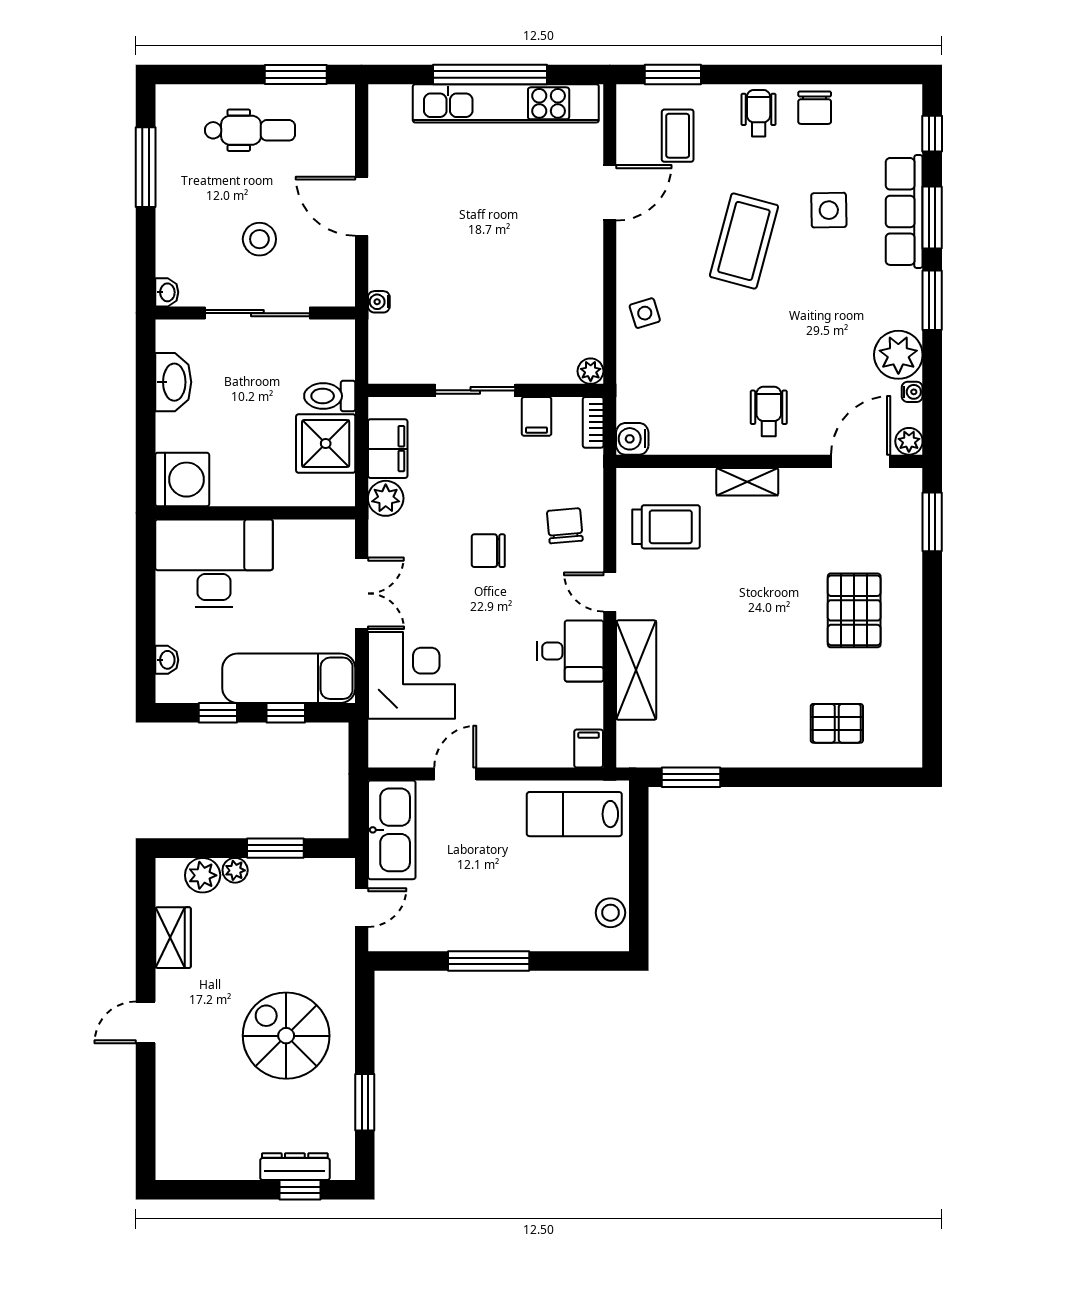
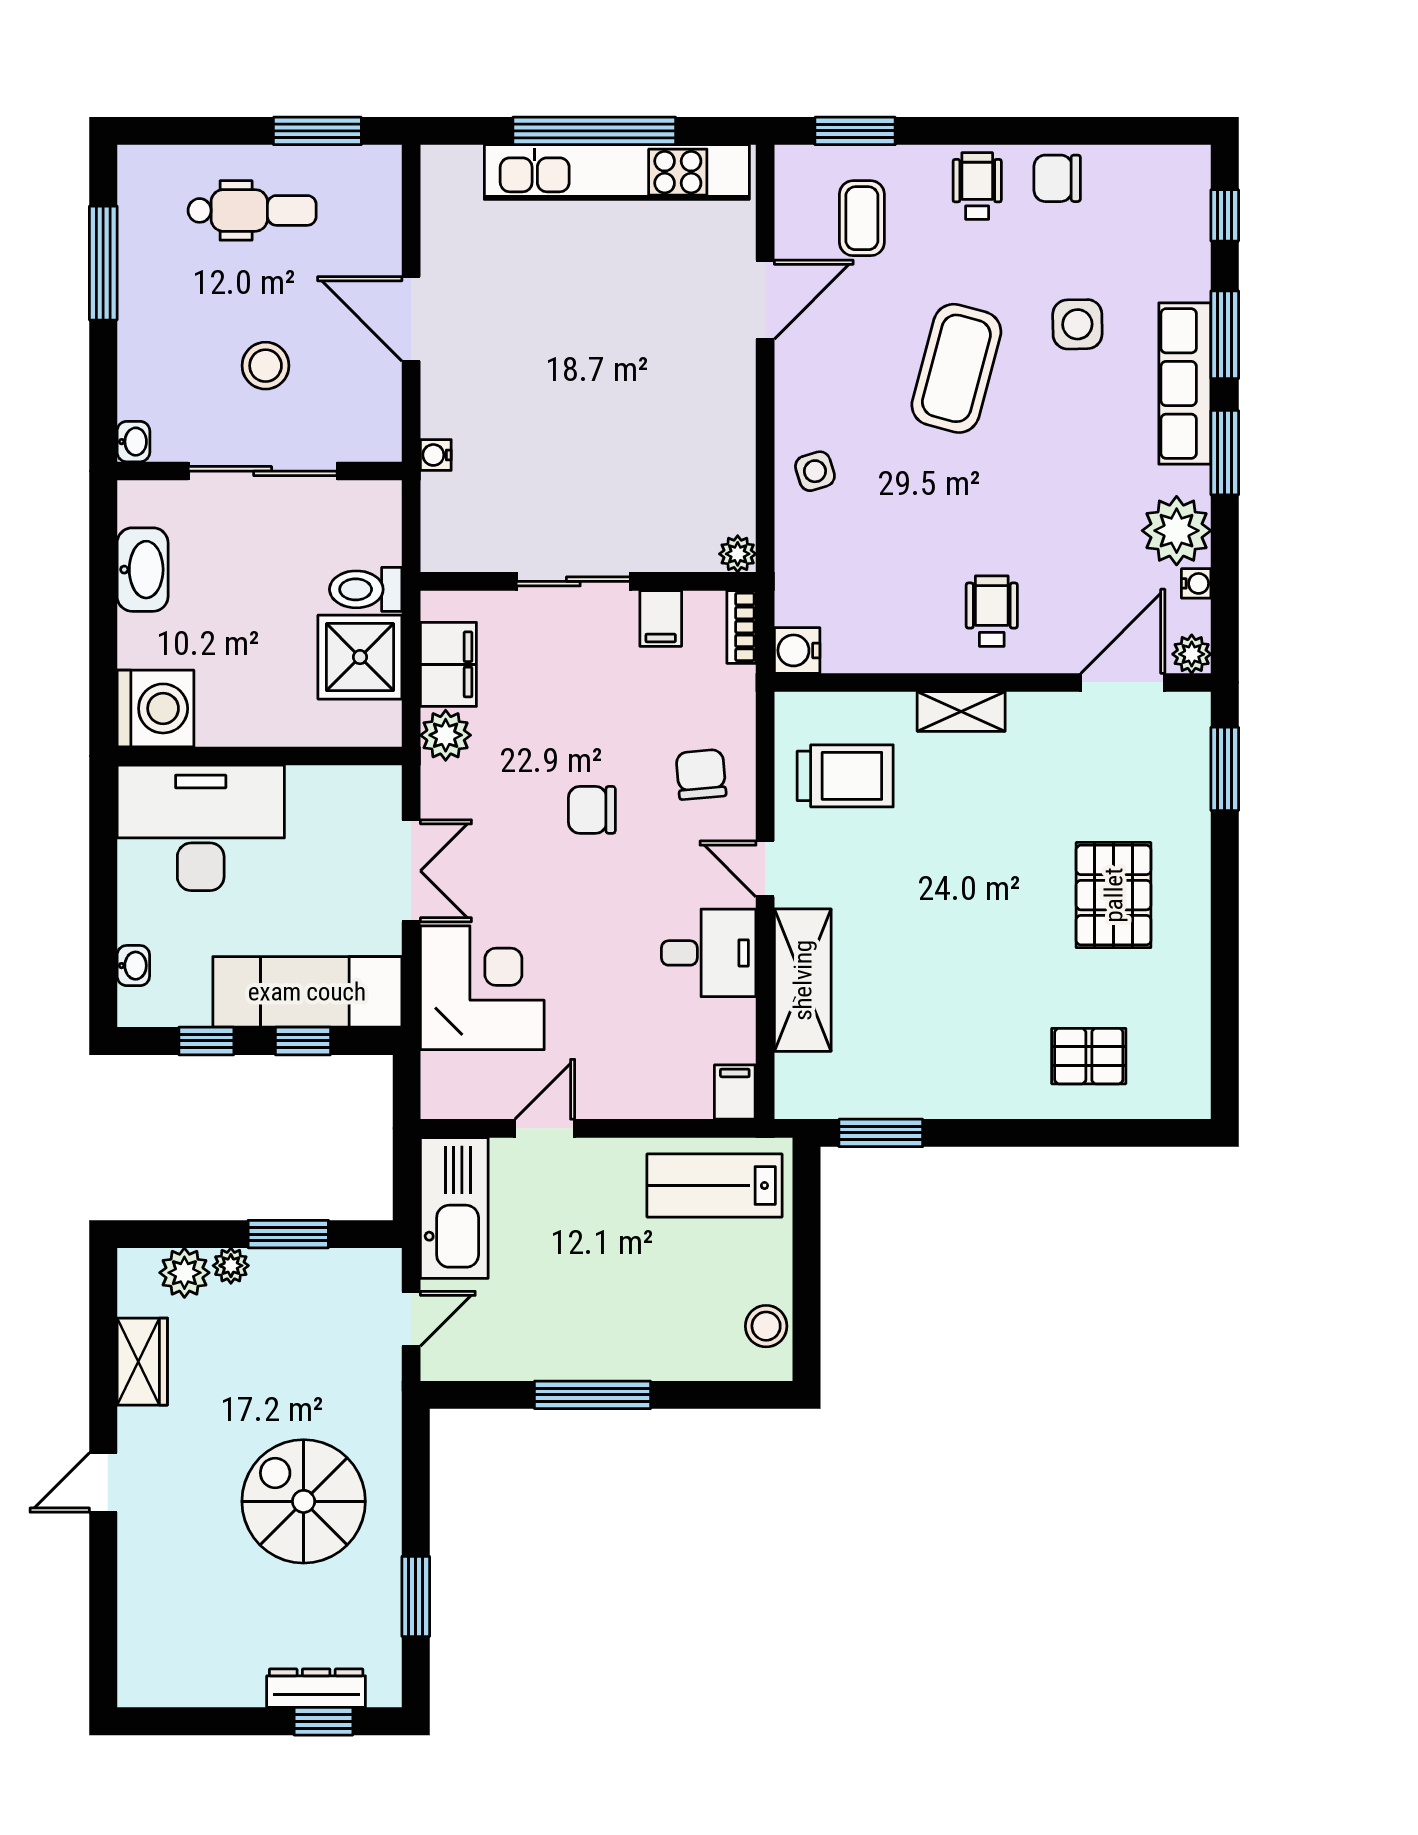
chair: (815, 108) -> (1057, 178), turned 90
row of seats: (904, 211) -> (1185, 384), moved

